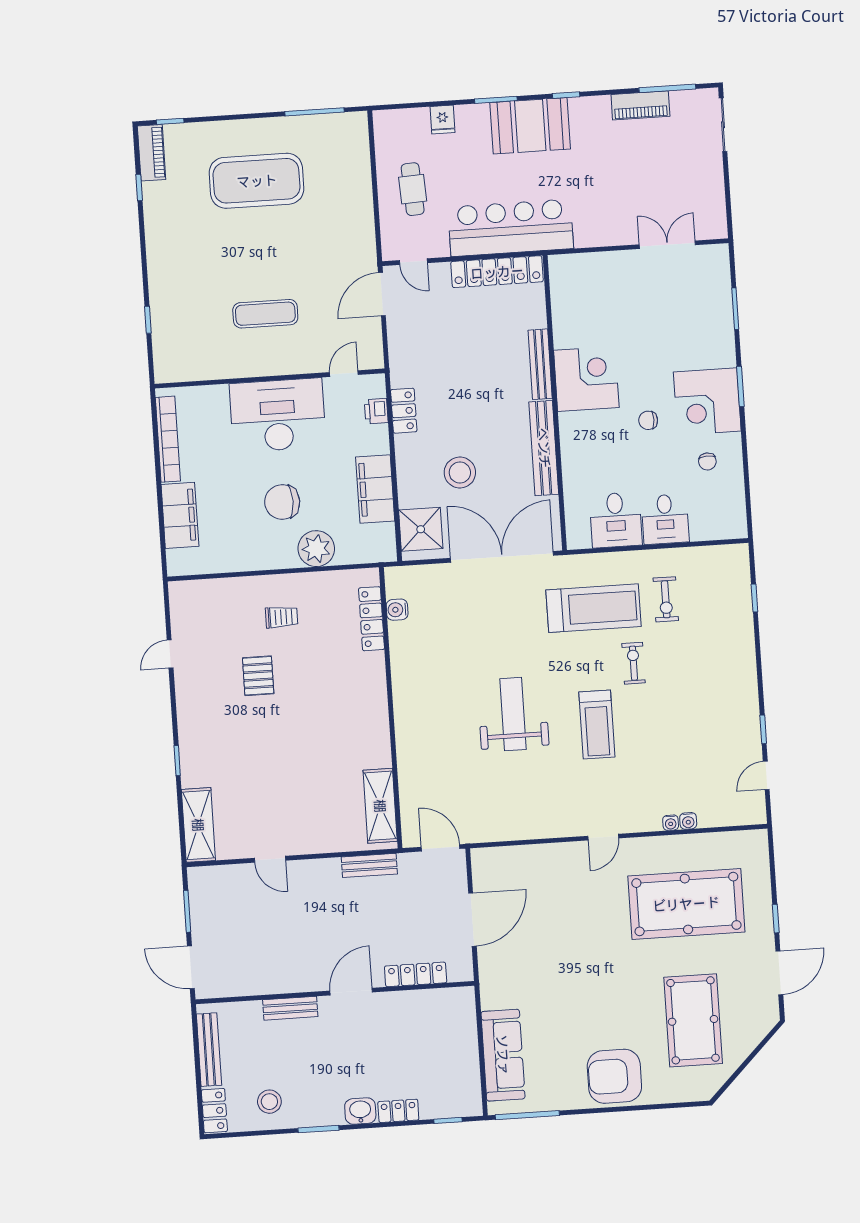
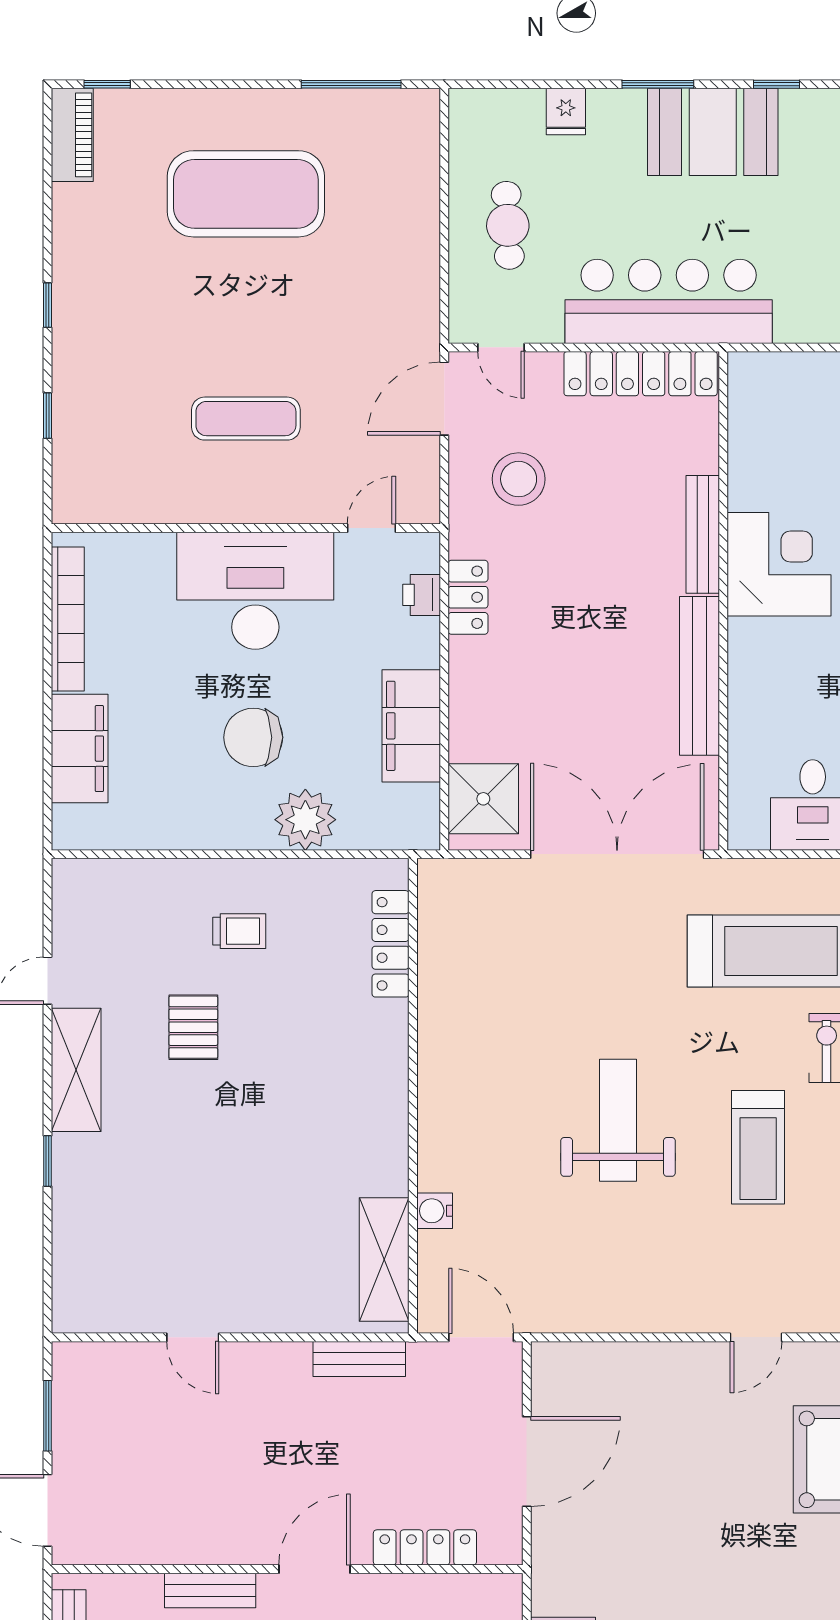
window: (139, 187) -> (48, 305), moved
stool: (460, 472) -> (519, 479), moved
water cooler: (397, 610) -> (435, 1211), moved
shelving: (198, 825) -> (76, 1070), moved

